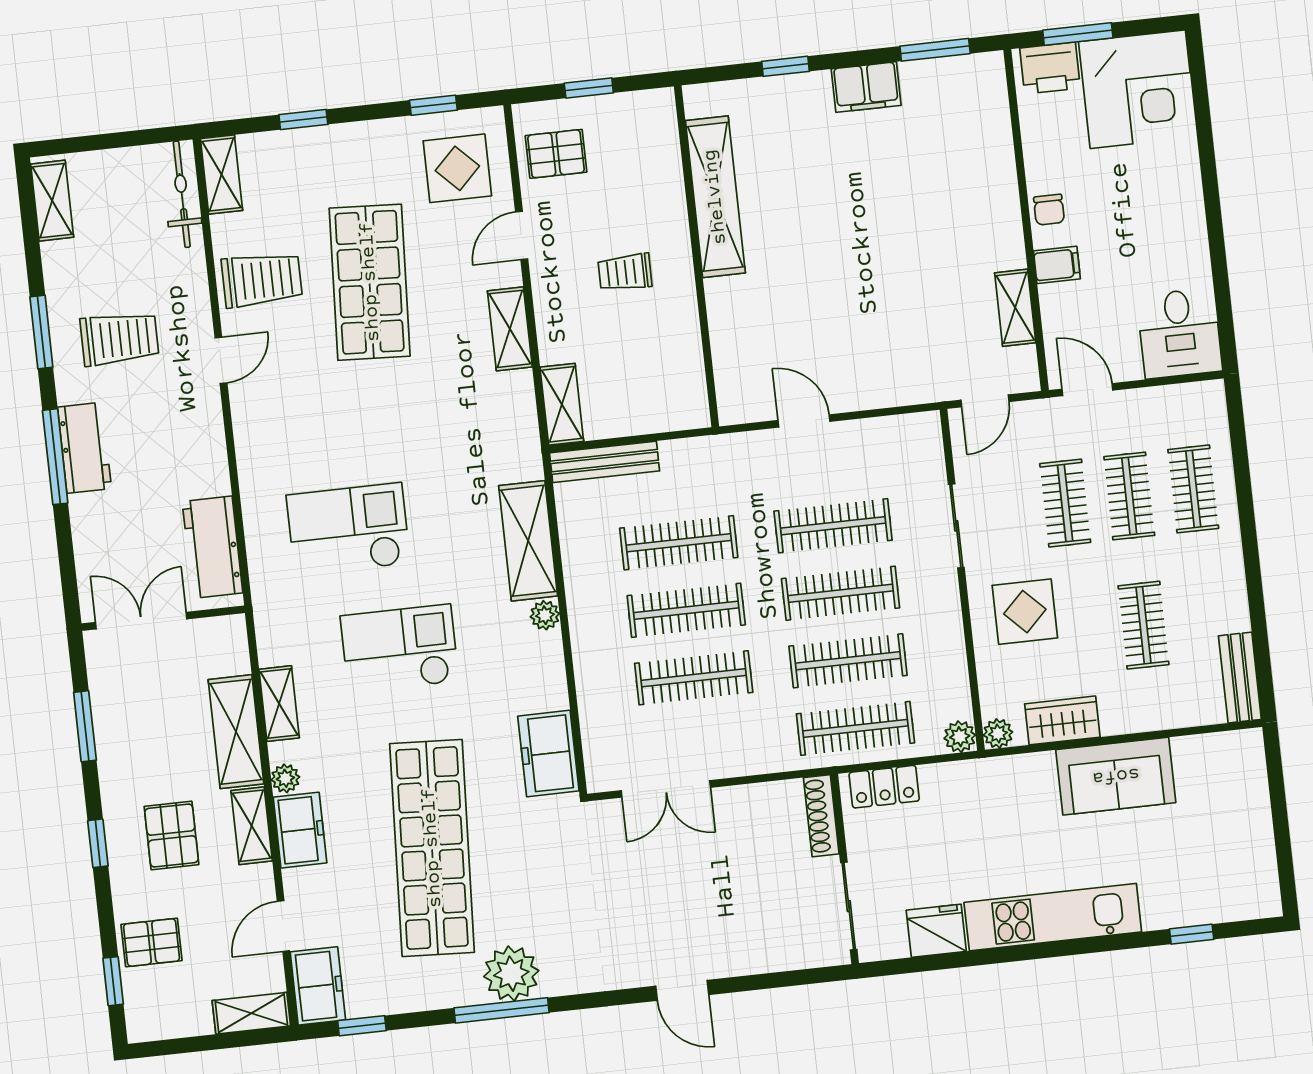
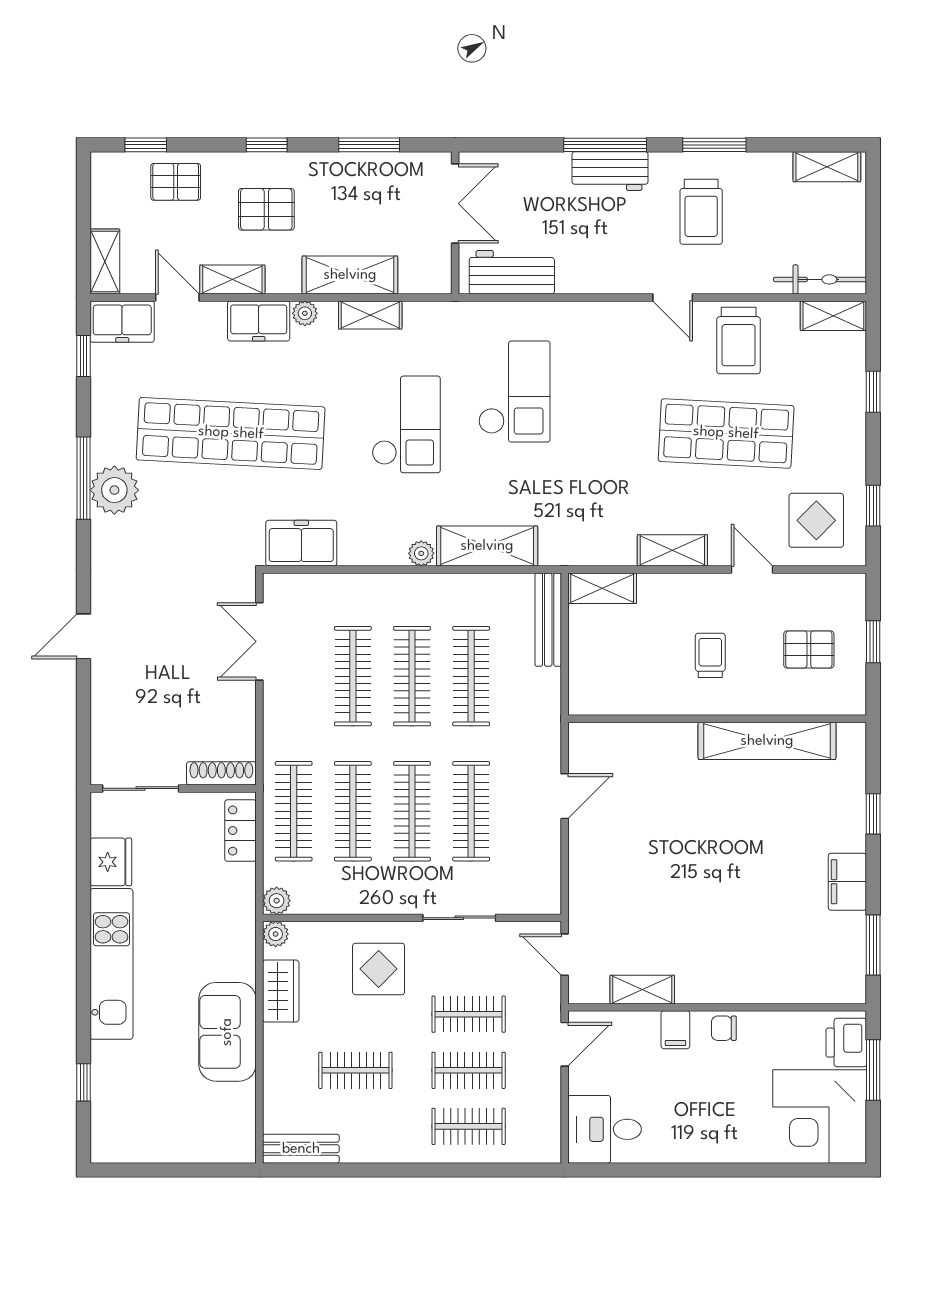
pallet: (556, 154) -> (809, 649), moved, turned 90
shelving: (252, 826) -> (232, 280), moved
pallet: (152, 942) -> (176, 182), turned 90

